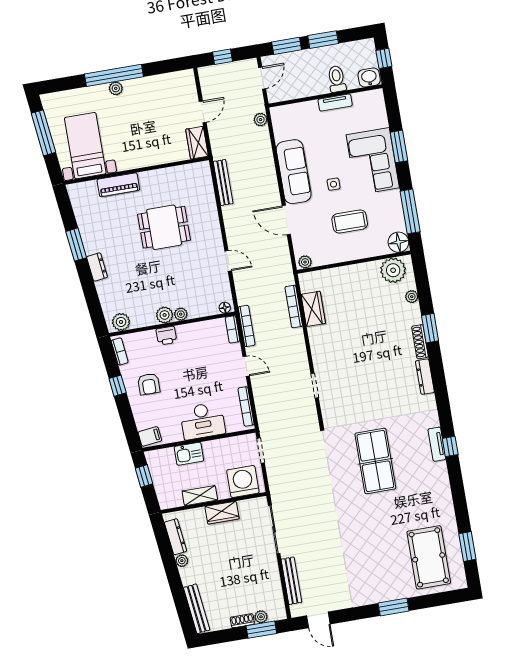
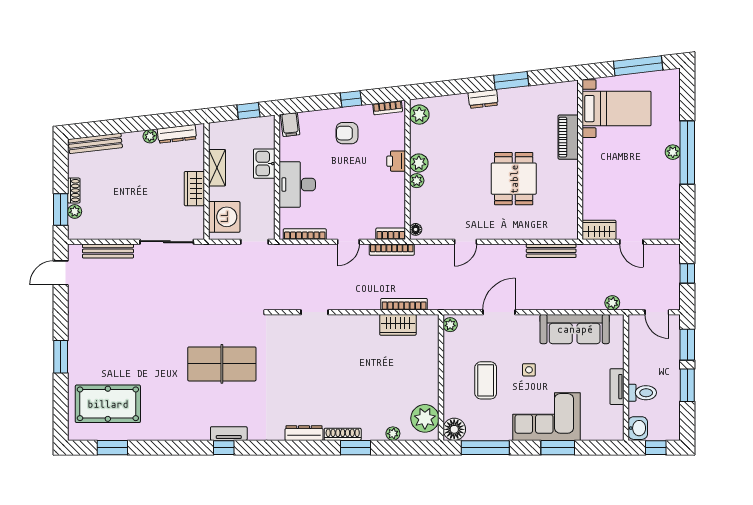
sofa: (294, 172) -> (575, 329), moved

